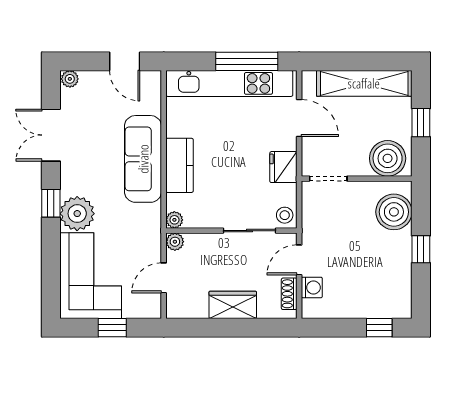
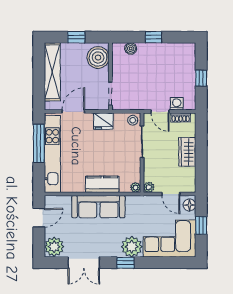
plant: (70, 79) -> (54, 247), width x1.87, depth x1.87
boiler: (394, 212) -> (131, 49), width x0.54, depth x0.54
floor lamp: (146, 308) -> (189, 205), added
window: (379, 328) -> (201, 78), moved

